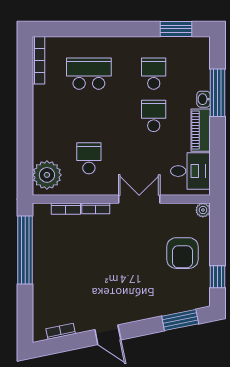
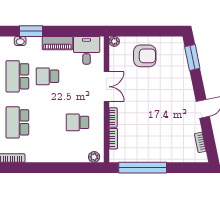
school desk: (154, 74) -> (17, 76), width x1.85
window: (217, 93) -> (31, 31), width x0.69
washbasin: (204, 99) -> (20, 41), moved
plant: (47, 175) -> (94, 157), width x0.53, depth x0.53
double door: (139, 199) -> (107, 87), swing flipped
window: (217, 277) -> (162, 31), removed

